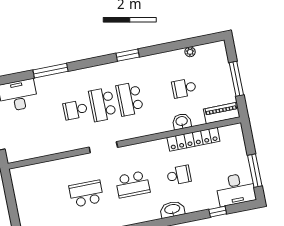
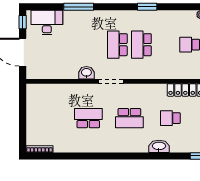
school desk: (75, 110) -> (93, 45), removed
washbasin: (182, 121) -> (86, 73), moved
school desk: (179, 175) -> (170, 118), turned 180

